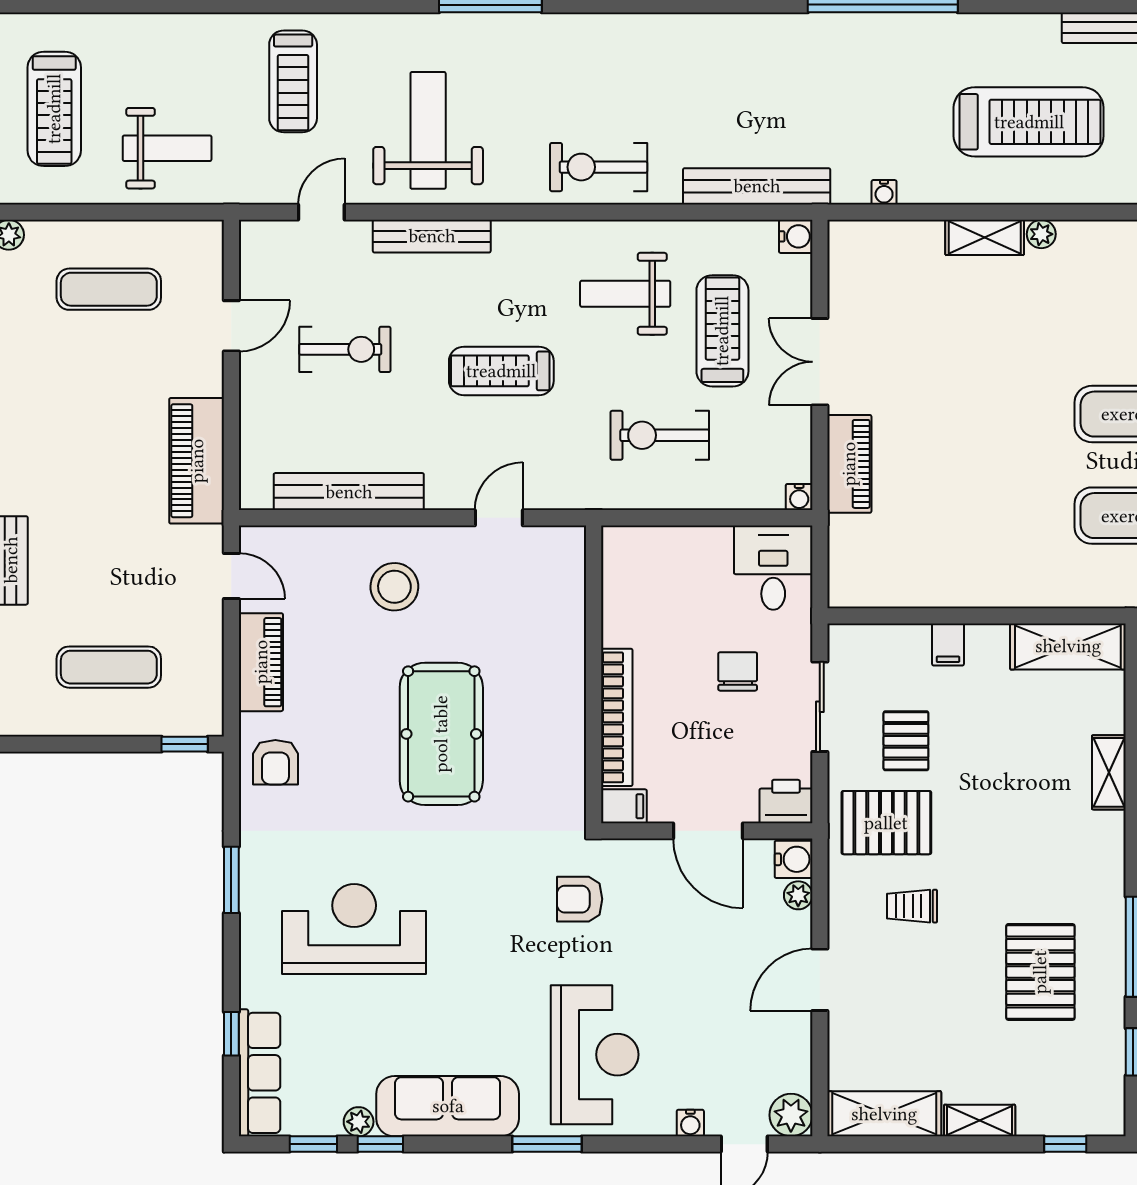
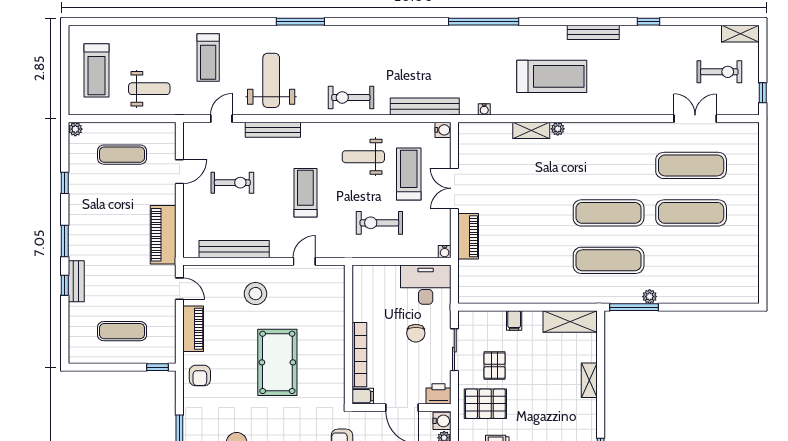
treadmill: (501, 371) -> (305, 193), turned 90
desk: (773, 568) -> (426, 285), width x1.37
chair: (738, 671) -> (416, 333), turned 180

